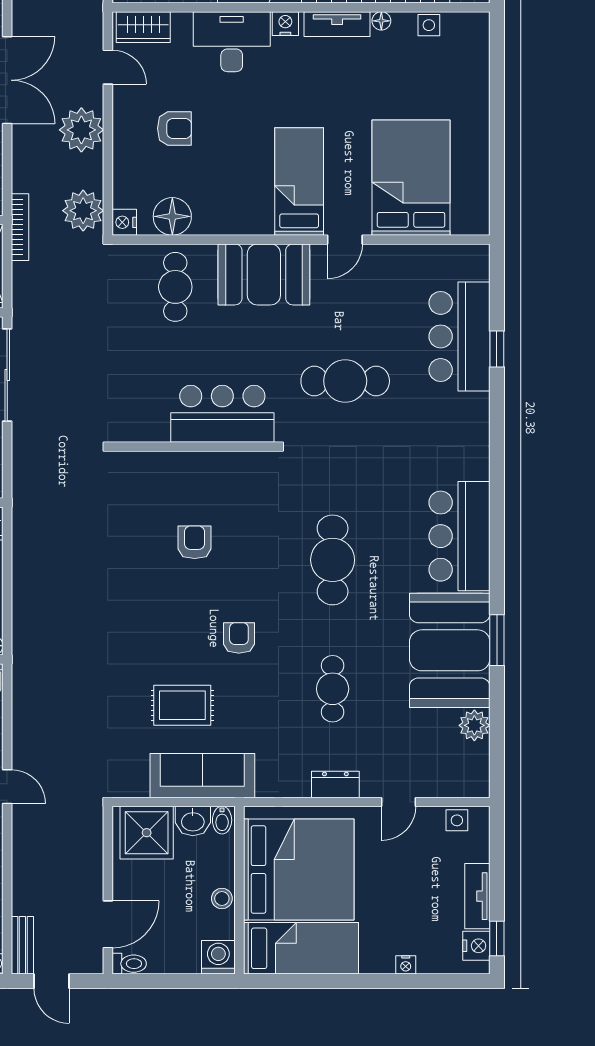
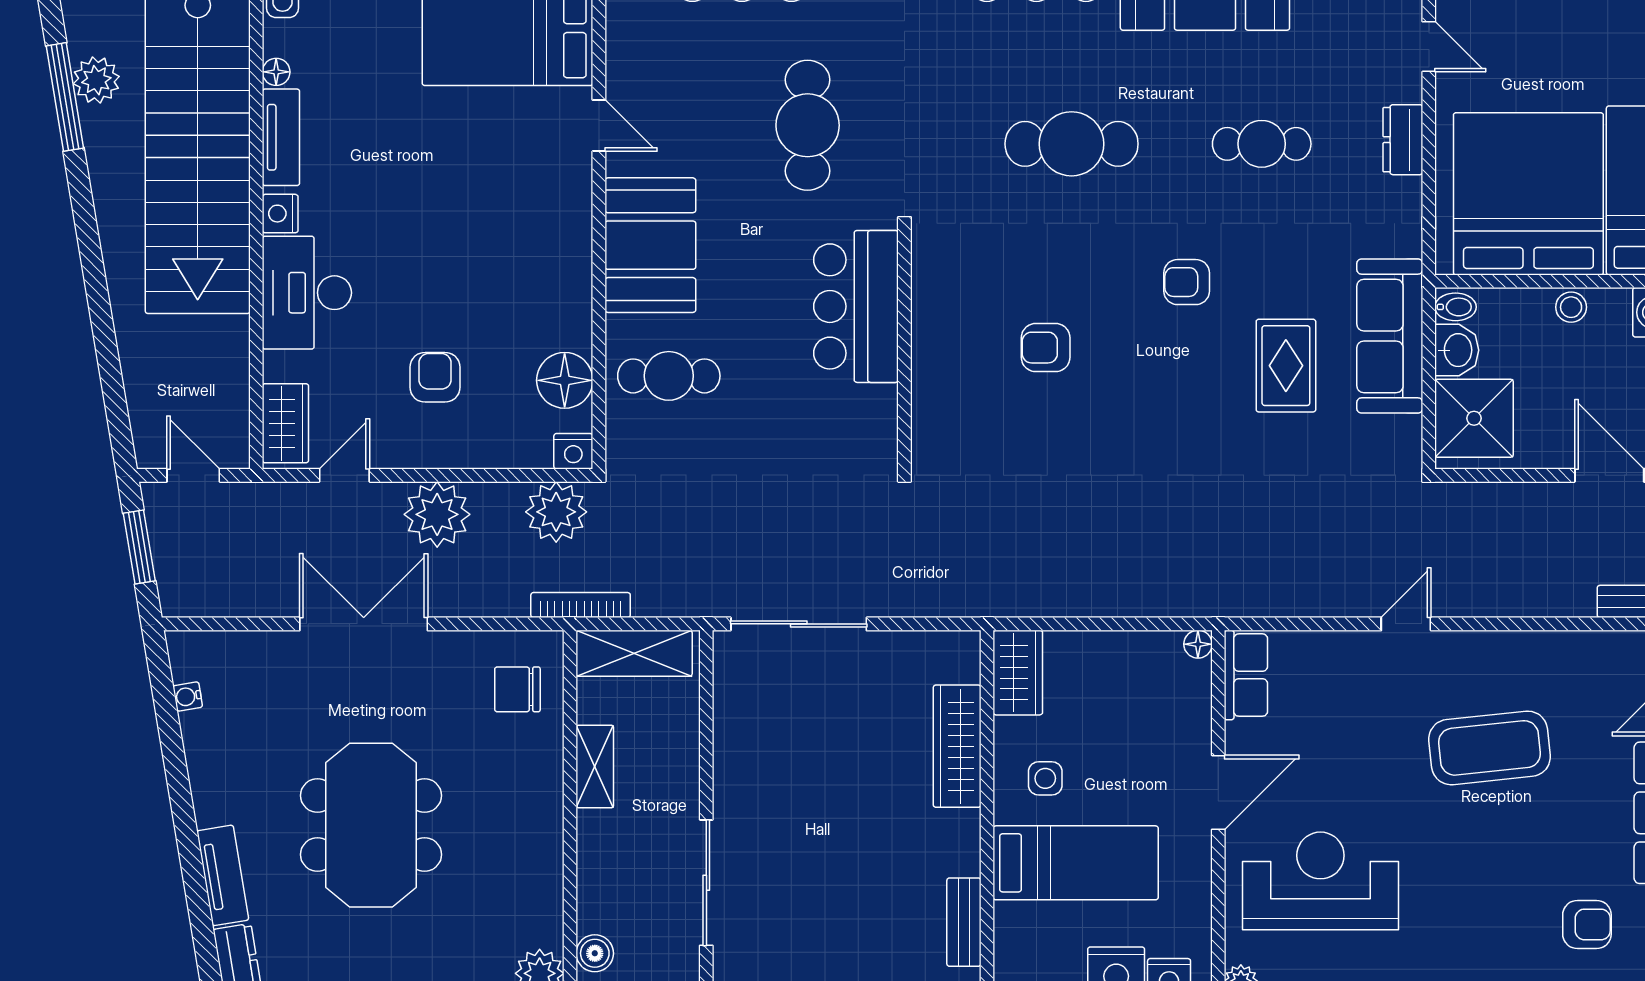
bed: (299, 181) -> (513, 193), removed

